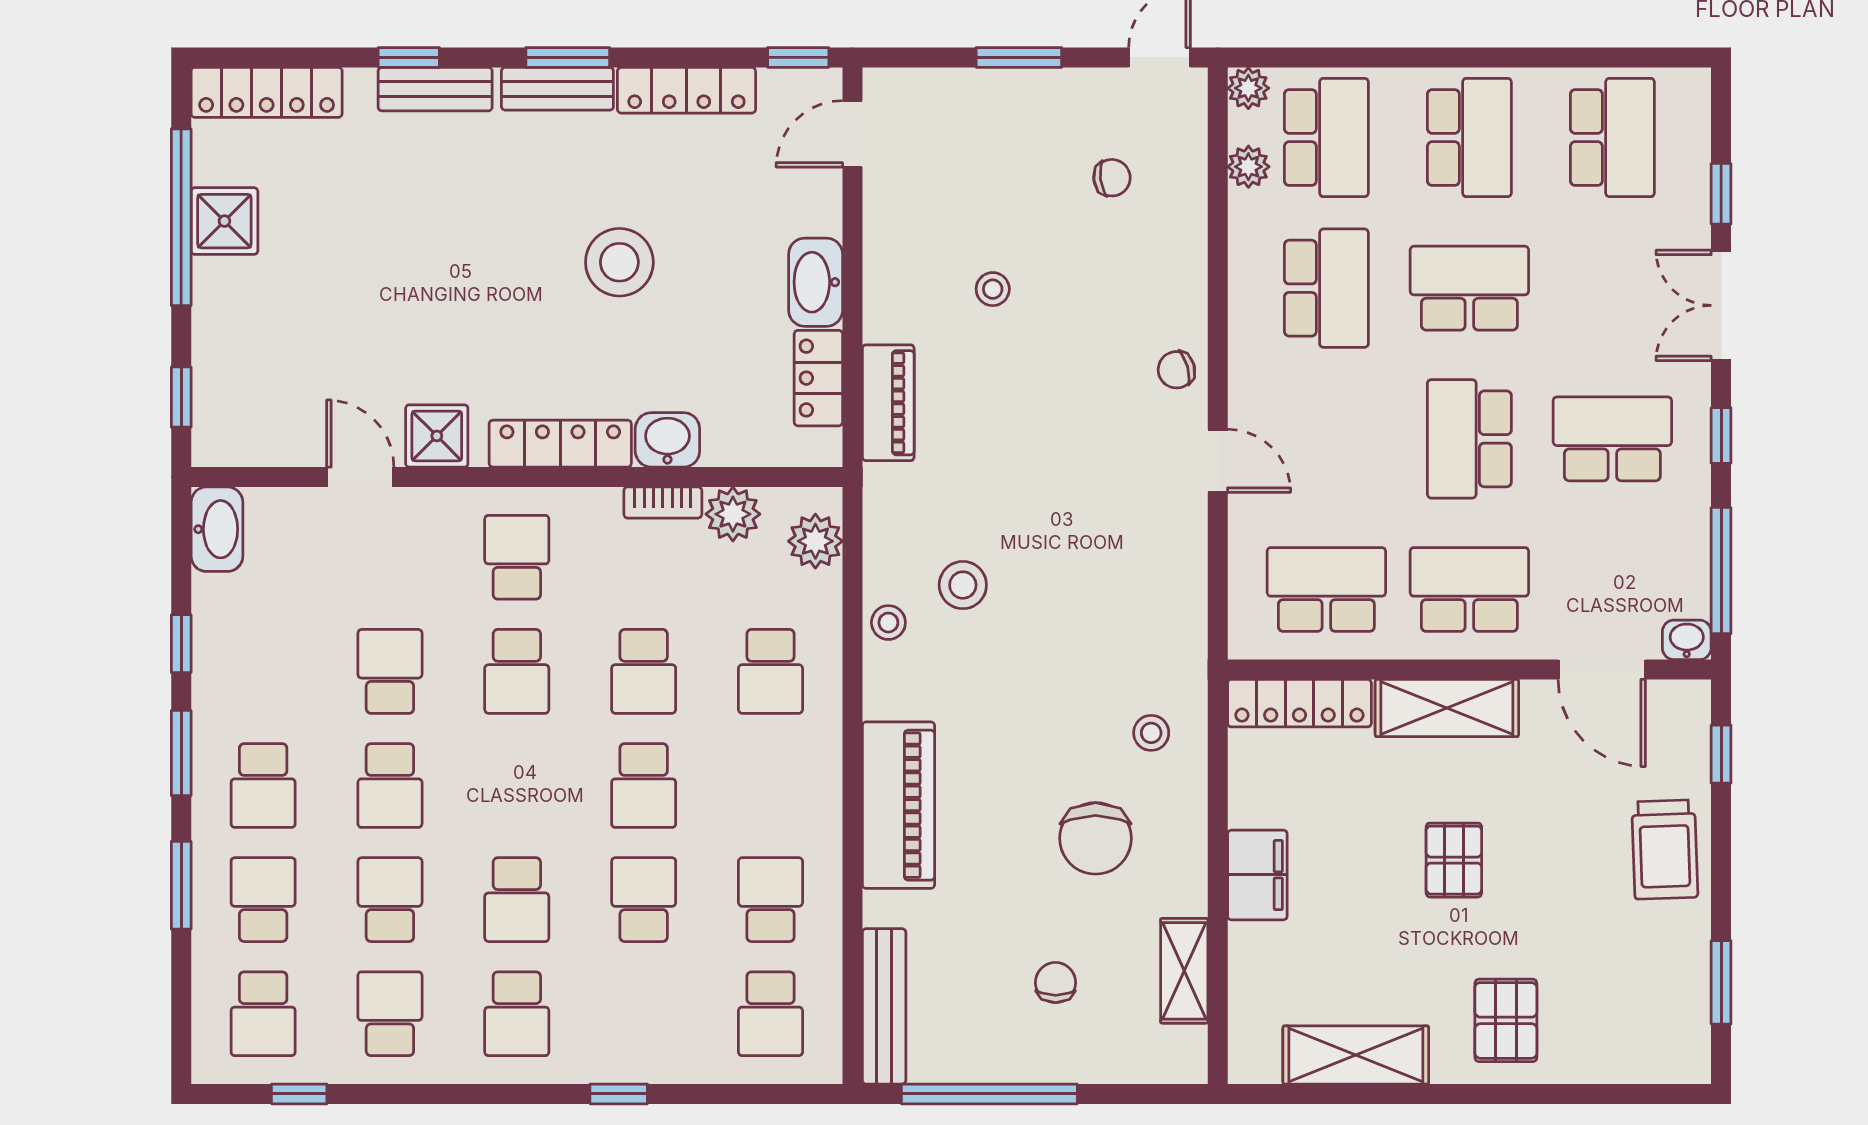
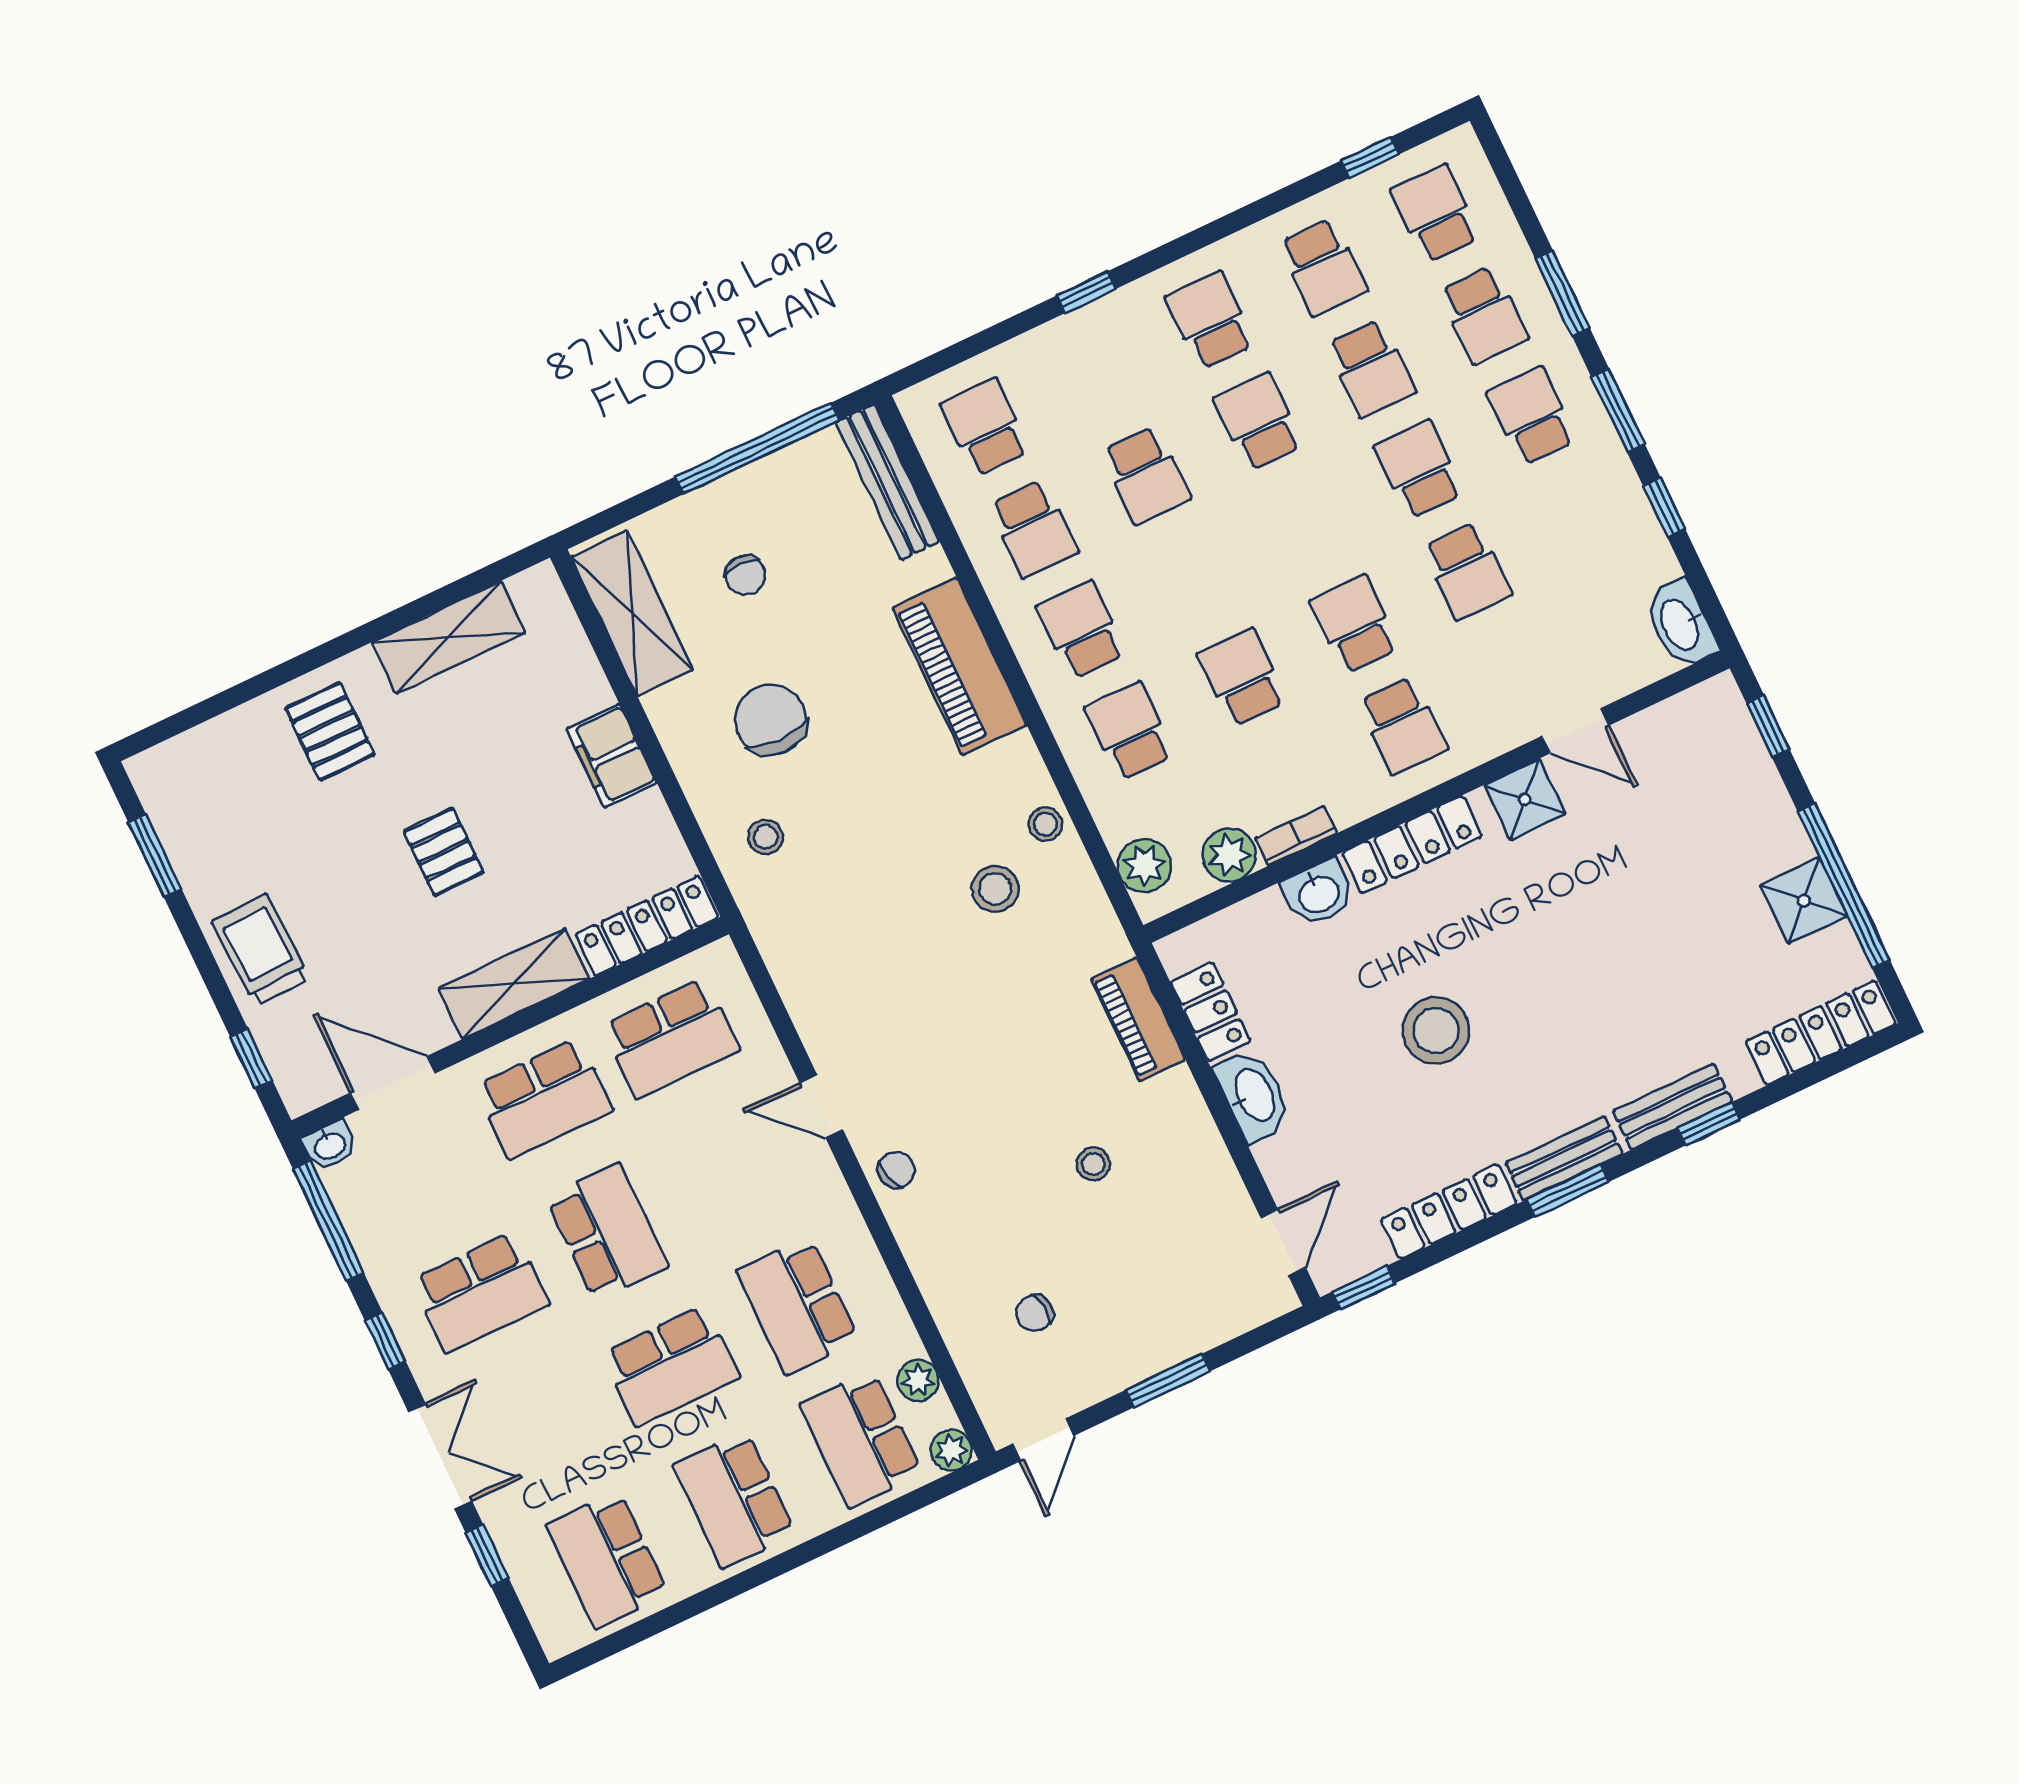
school desk: (644, 785) -> (1081, 630), moved
shelving: (1184, 971) -> (632, 613), width x1.50, depth x1.33

